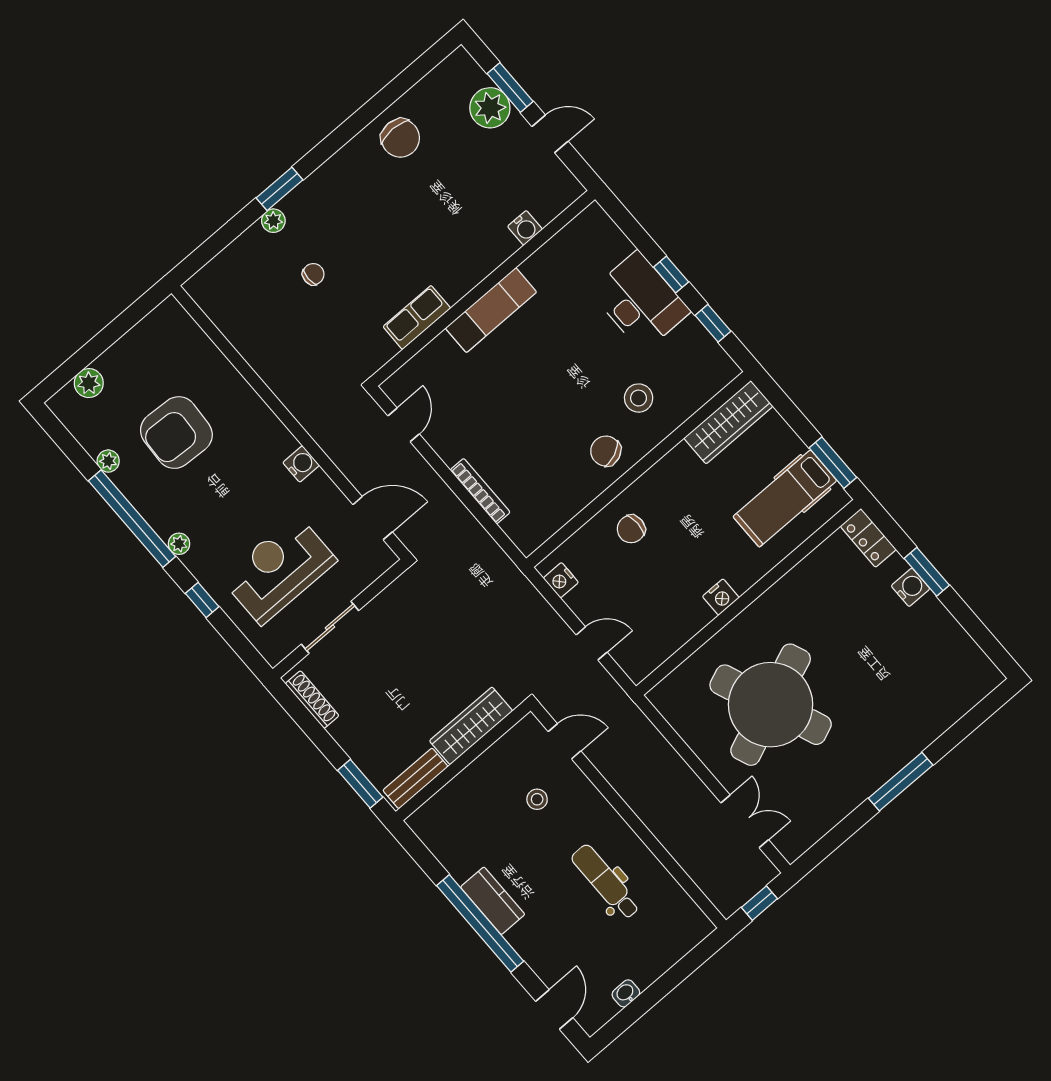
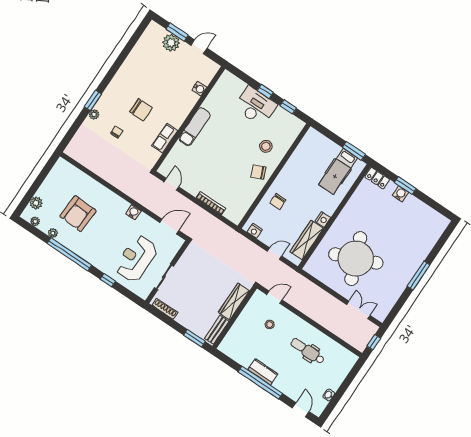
chair: (400, 138) -> (141, 110), moved
wardrobe: (728, 422) -> (307, 240), moved, turned 180
plant: (179, 544) -> (35, 221), moved

